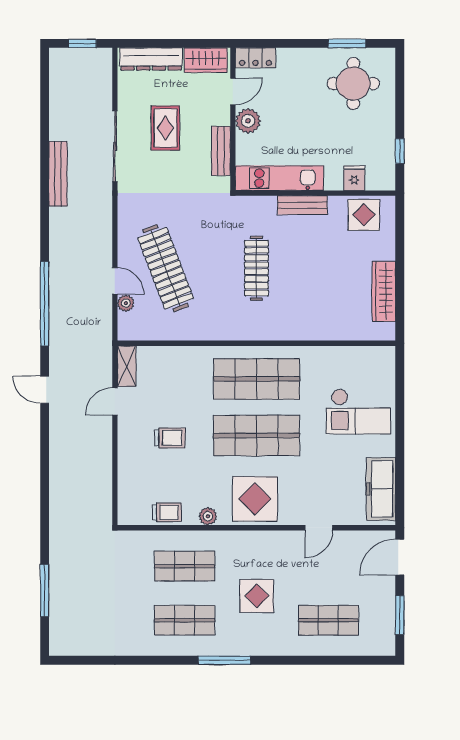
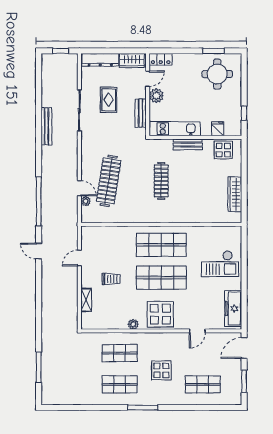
clothes rail: (166, 268) -> (109, 181), turned 30
shelving: (127, 366) -> (86, 300), moved
trolley: (167, 512) -> (109, 322), removed

